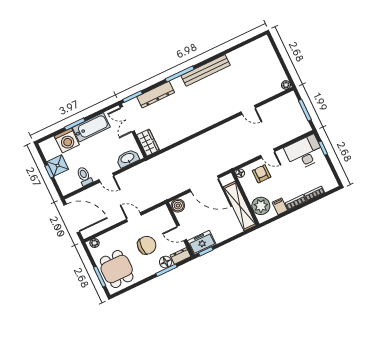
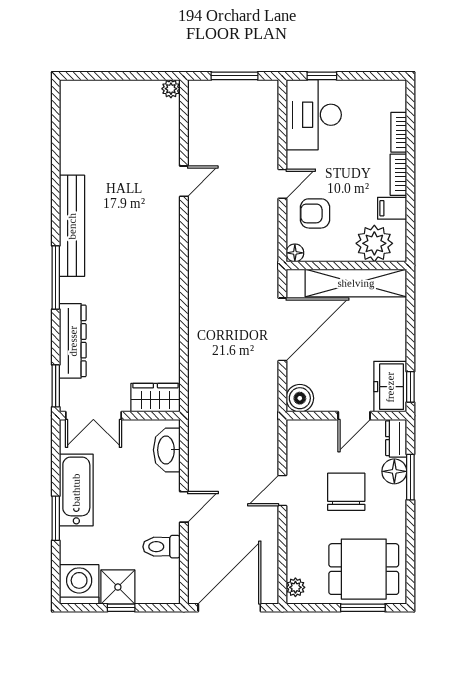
washing machine: (67, 140) -> (79, 584), moved, turned -90

